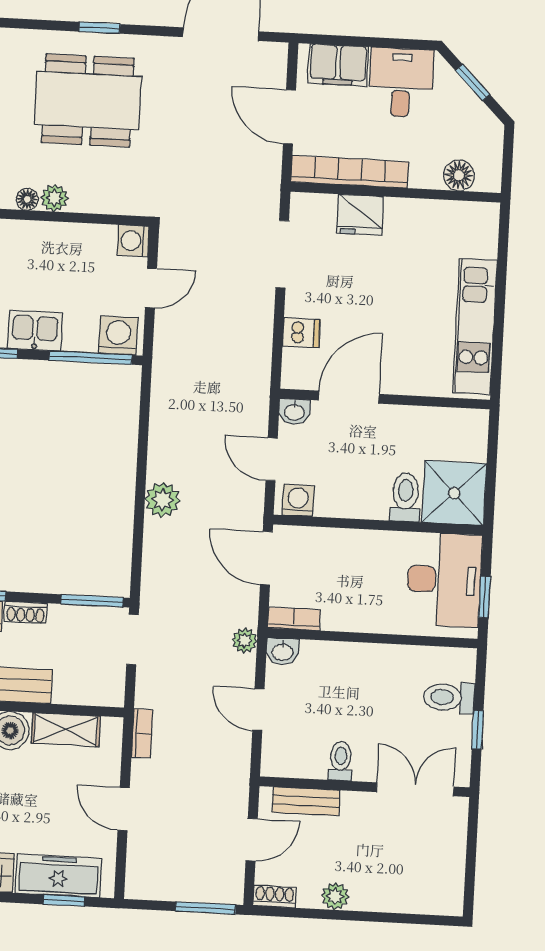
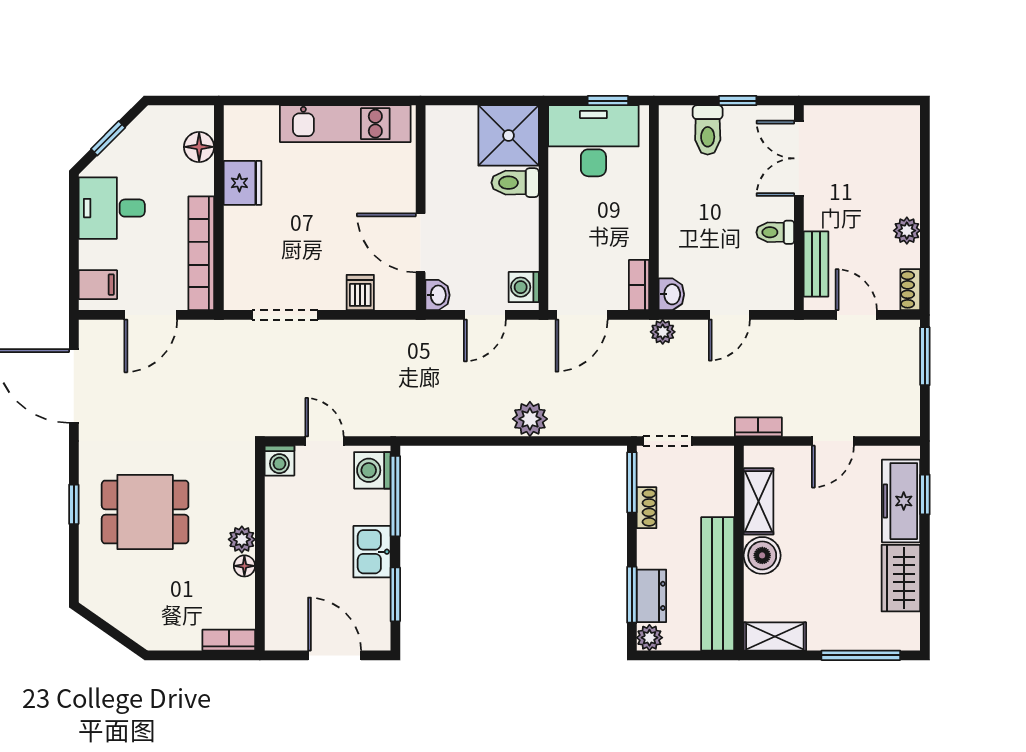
filing cabinet: (338, 65) -> (98, 285), width x0.50
dining table: (88, 100) -> (145, 512), width x0.73
fridge: (360, 215) -> (242, 183), moved
shoe rack: (26, 612) -> (646, 508), moved

